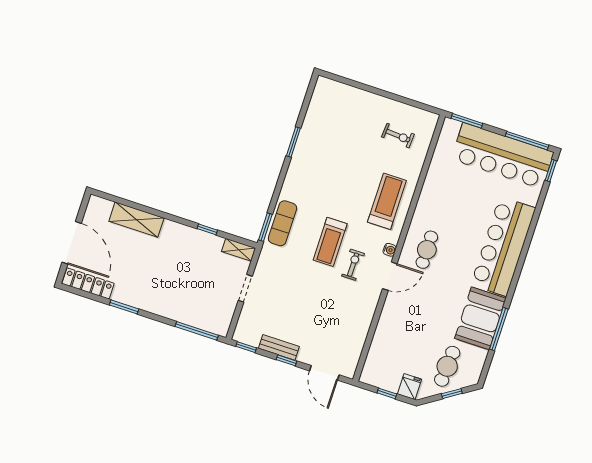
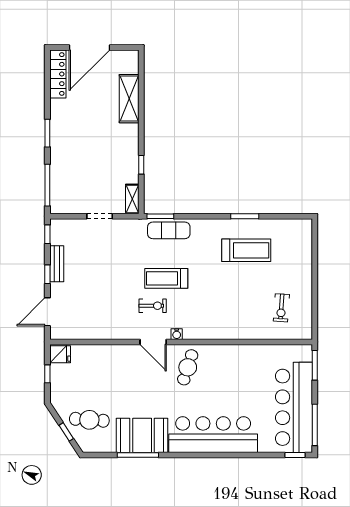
treadmill: (387, 201) -> (246, 250), moved
cafe table: (427, 250) -> (188, 367), turned -72
window: (124, 307) -> (47, 133), moved
fridge: (410, 387) -> (60, 354), moved

